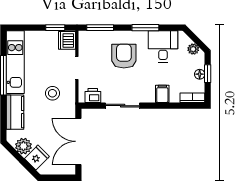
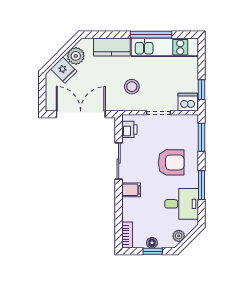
filing cabinet: (162, 94) -> (131, 190), moved

